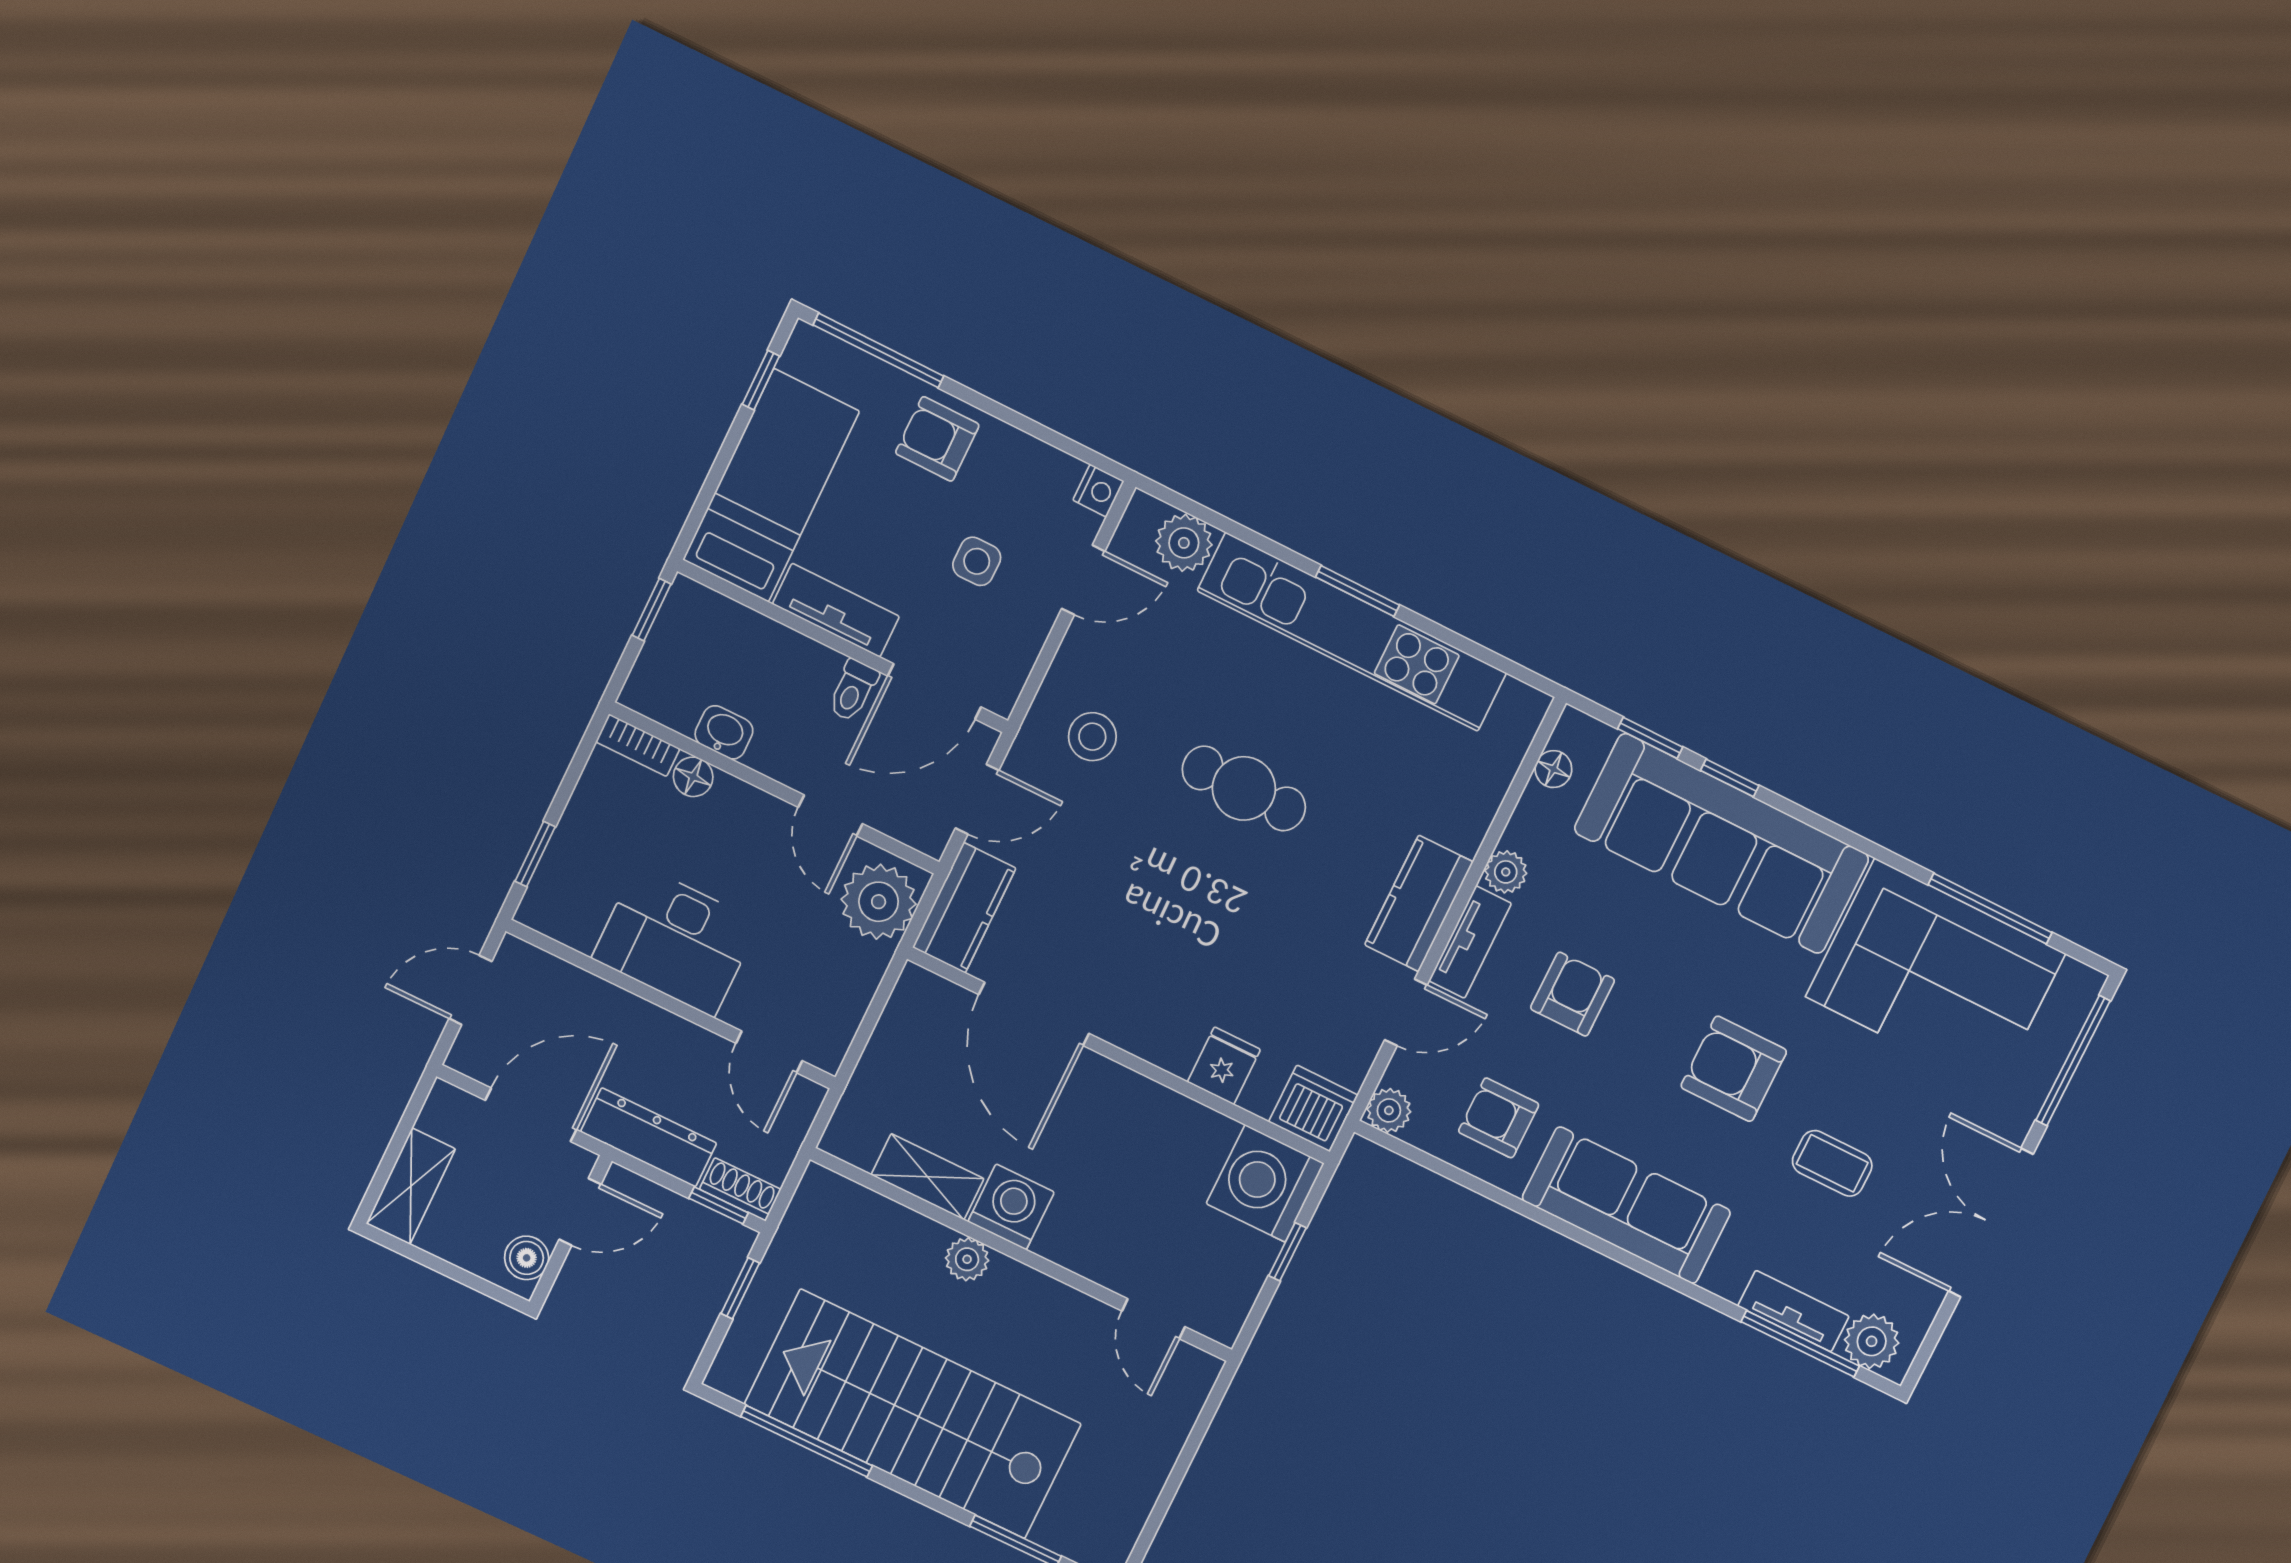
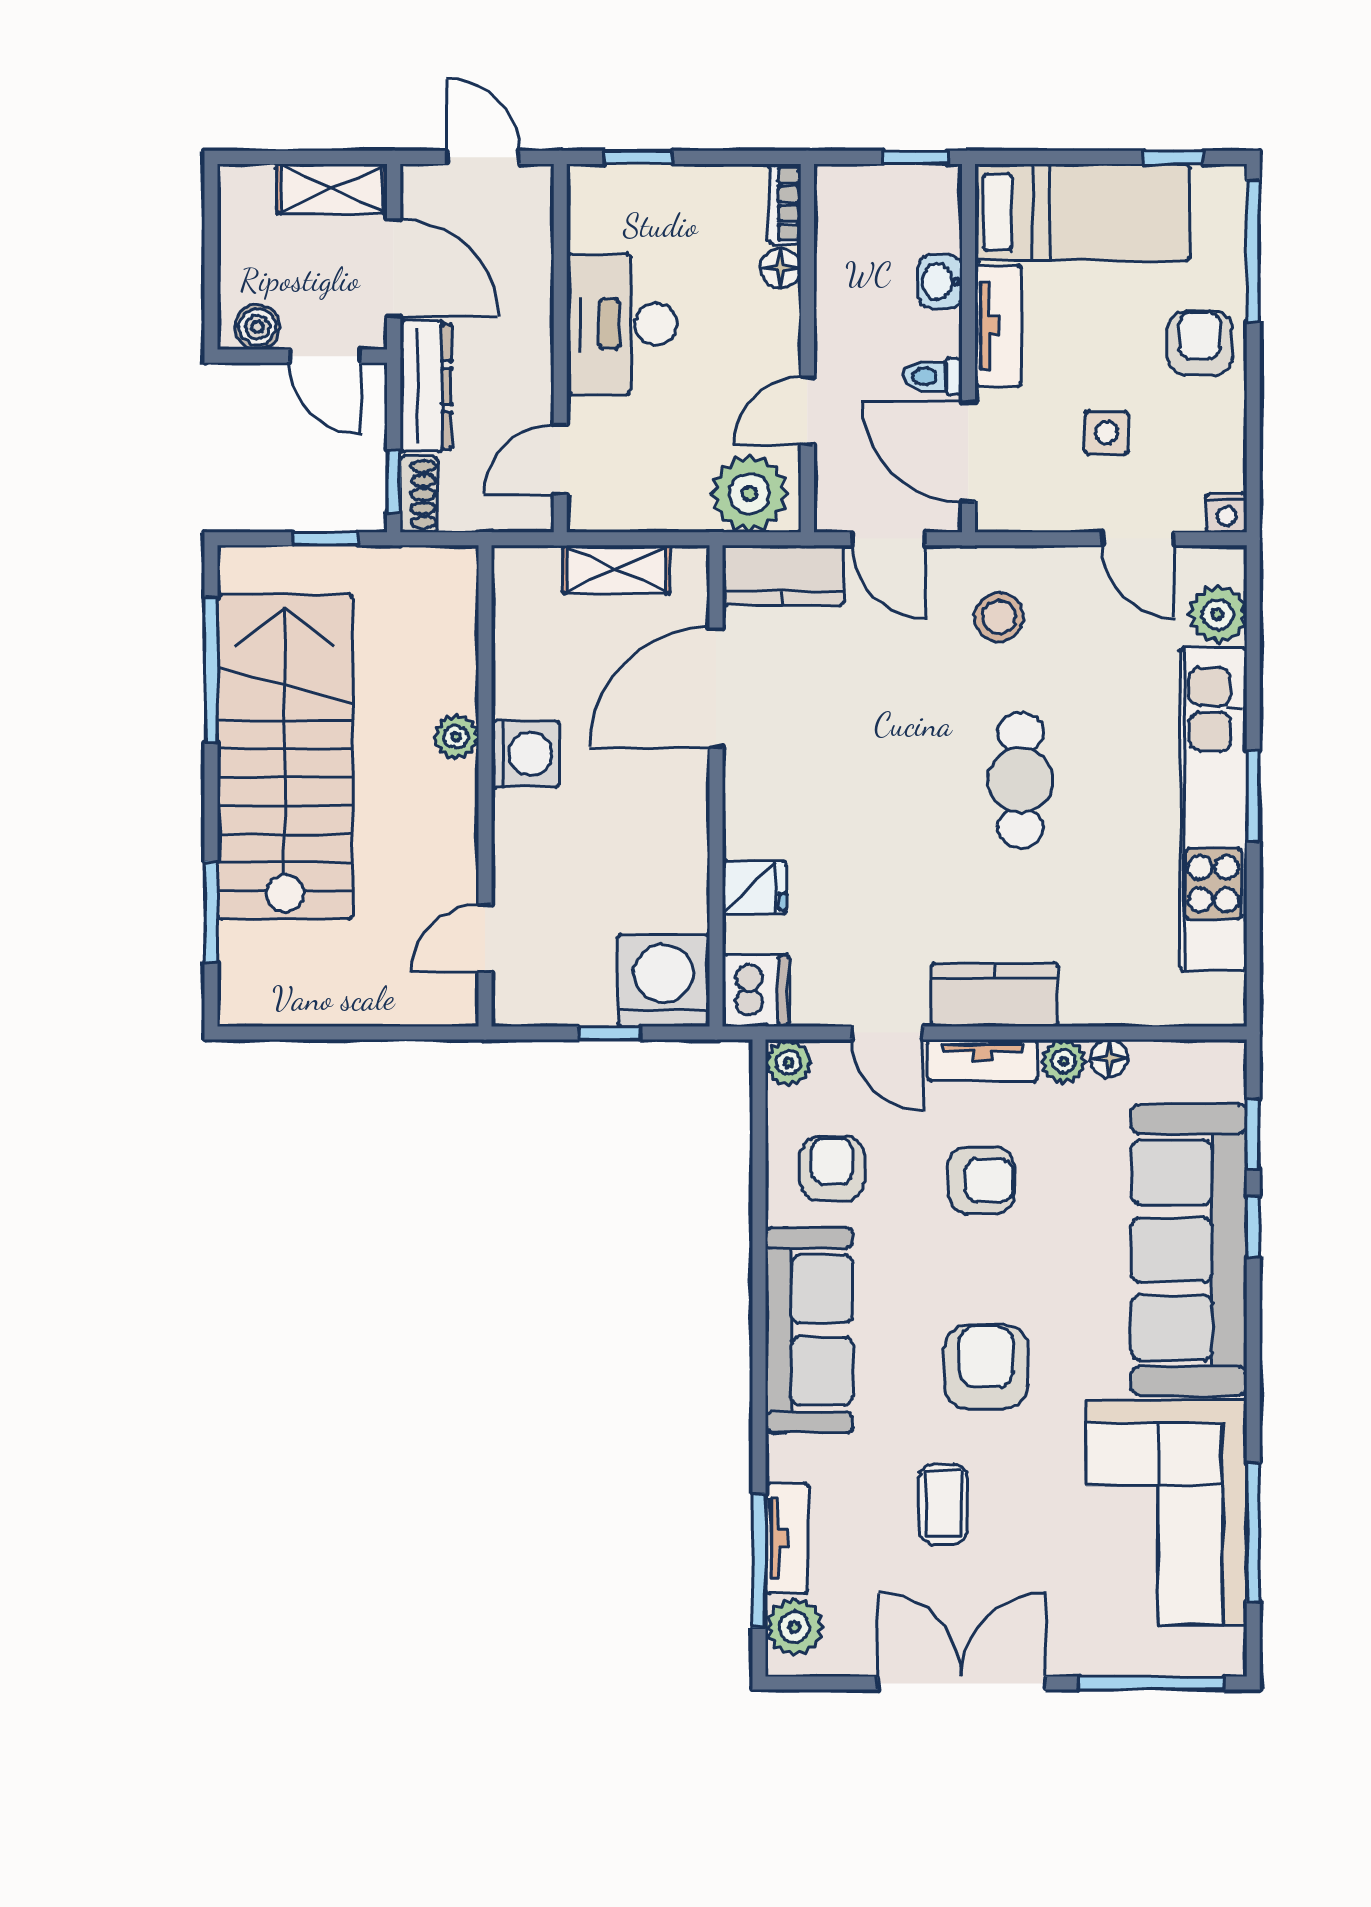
washbasin: (724, 732) -> (940, 281), moved, turned 180
floor lamp: (1553, 769) -> (1109, 1058), moved
shelving: (927, 1177) -> (616, 569), moved, turned 90
shelving: (411, 1186) -> (332, 189), moved

